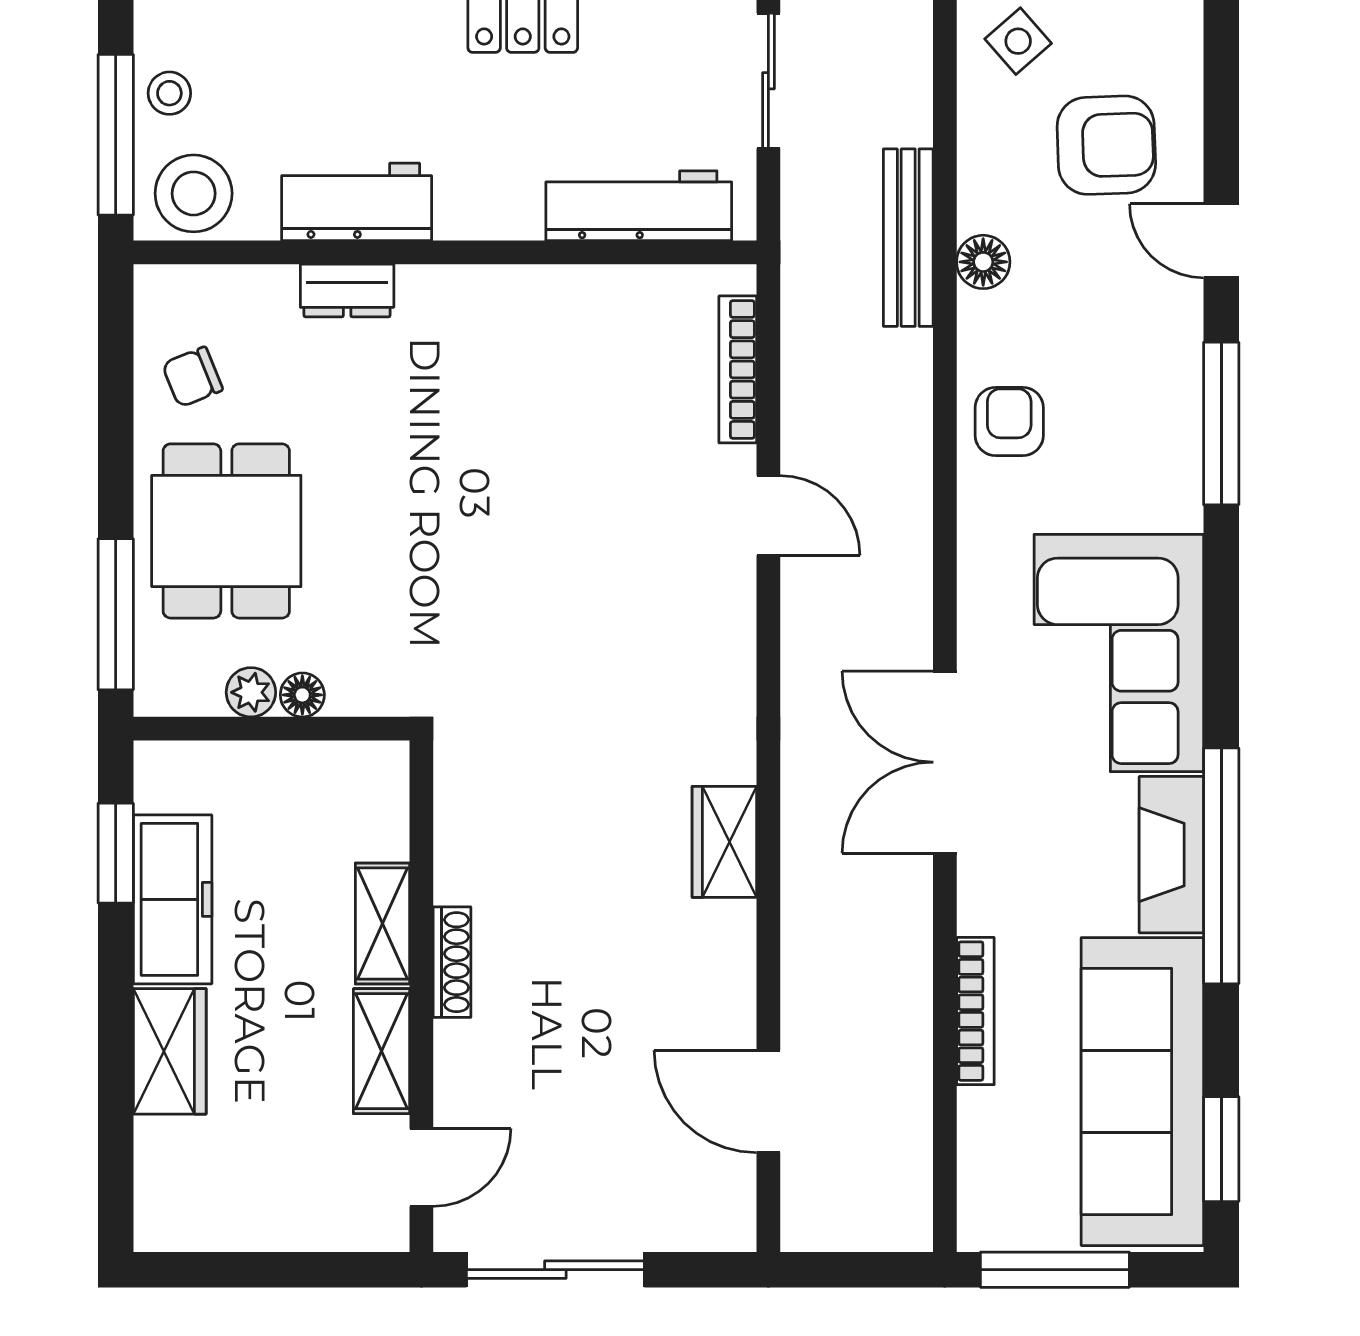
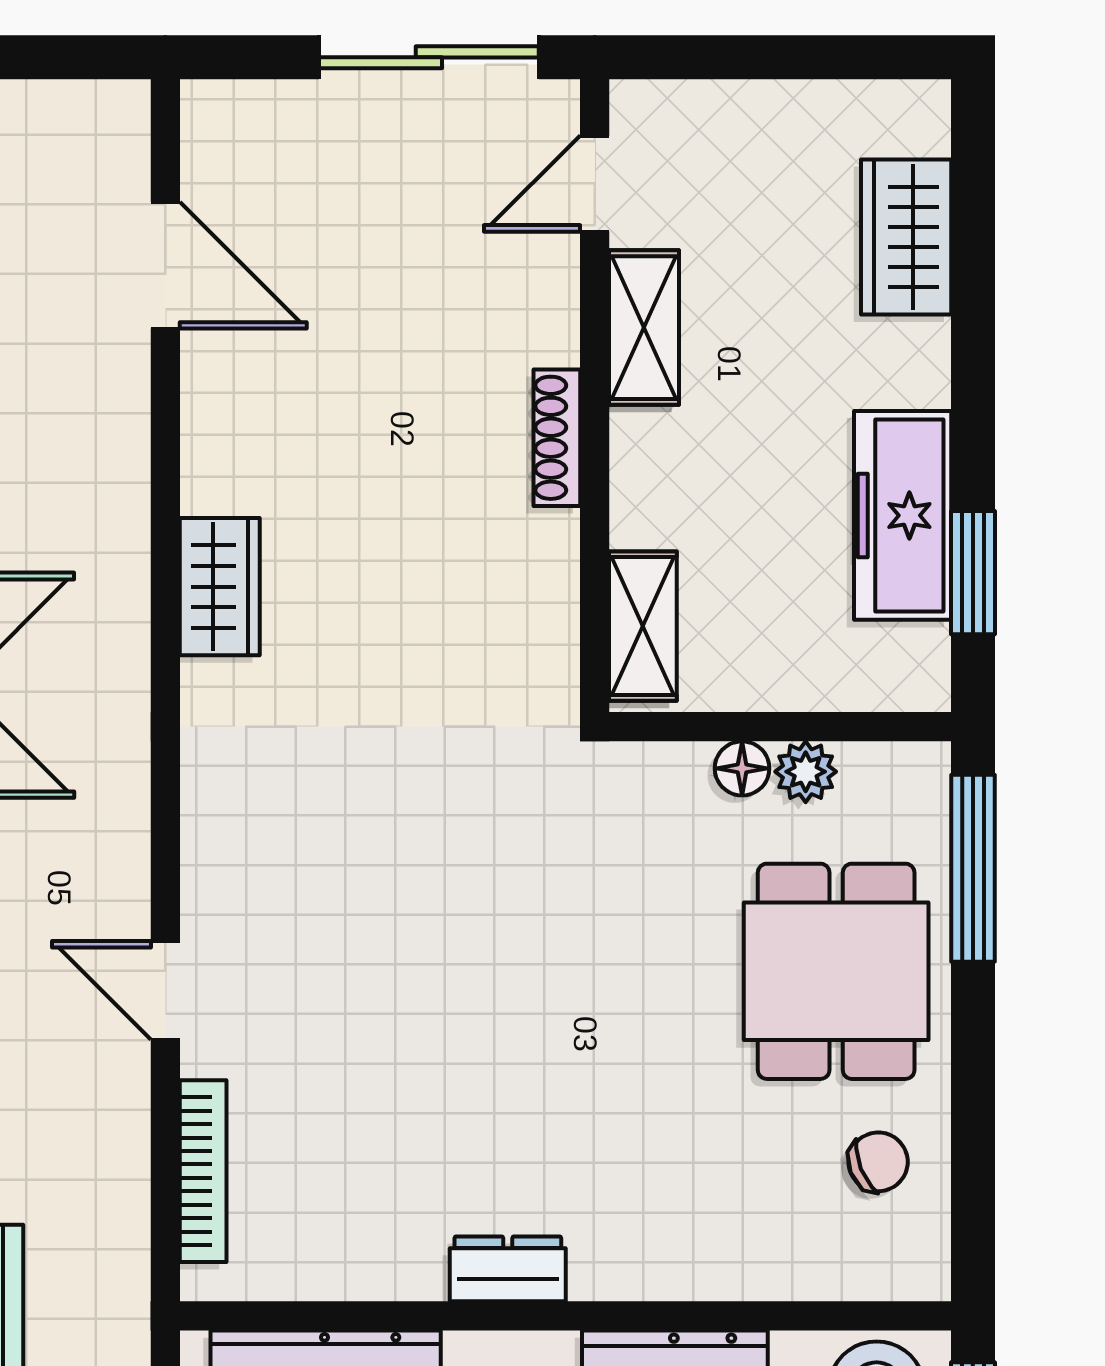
dresser: (347, 290) -> (508, 1269), moved
shelving: (382, 923) -> (643, 626), moved
wardrobe: (170, 1051) -> (906, 237), moved

